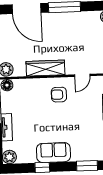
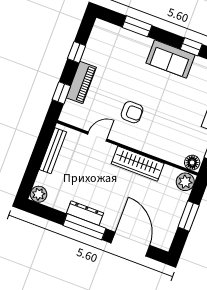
dresser: (68, 17) -> (85, 213), added
armchair: (59, 95) -> (132, 112), moved

